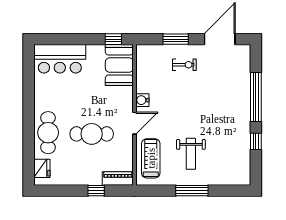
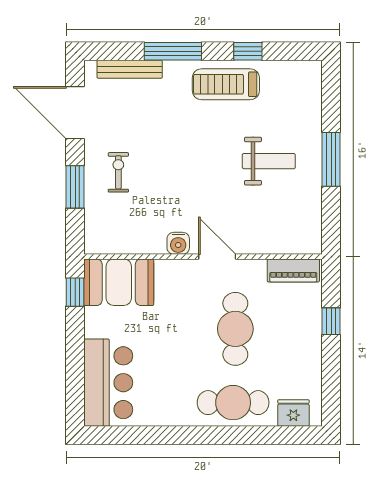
bench: (245, 71) -> (130, 69), added
window: (256, 97) -> (173, 51), width x0.68
treadmill: (151, 158) -> (226, 84), moved
piano: (118, 178) -> (293, 270), moved, turned -90

